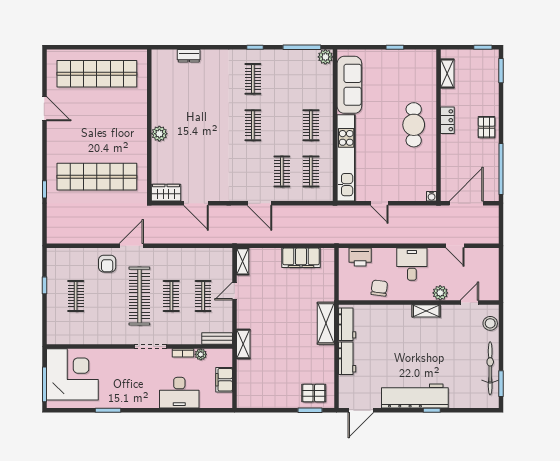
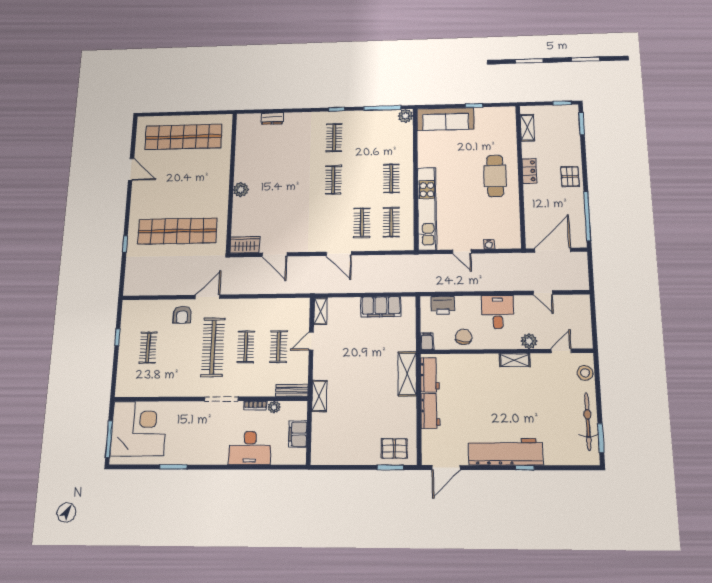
sofa: (349, 85) -> (445, 119), moved, turned 90
water cooler: (432, 196) -> (489, 244), moved
filing cabinet: (345, 292) -> (427, 341), added

